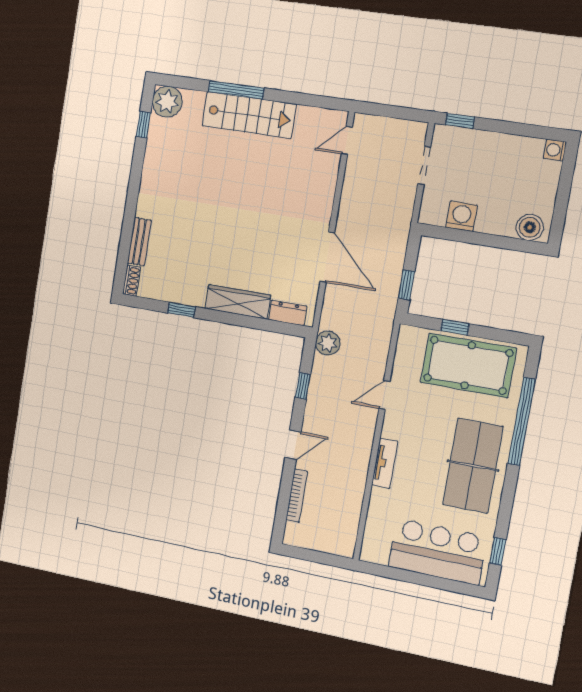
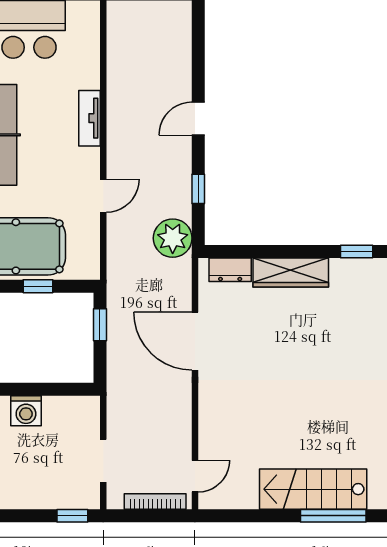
washing machine: (462, 216) -> (26, 411), moved
plant: (328, 343) -> (173, 238), width x1.36, depth x1.36
bookcase: (297, 496) -> (155, 501), moved, turned 90

